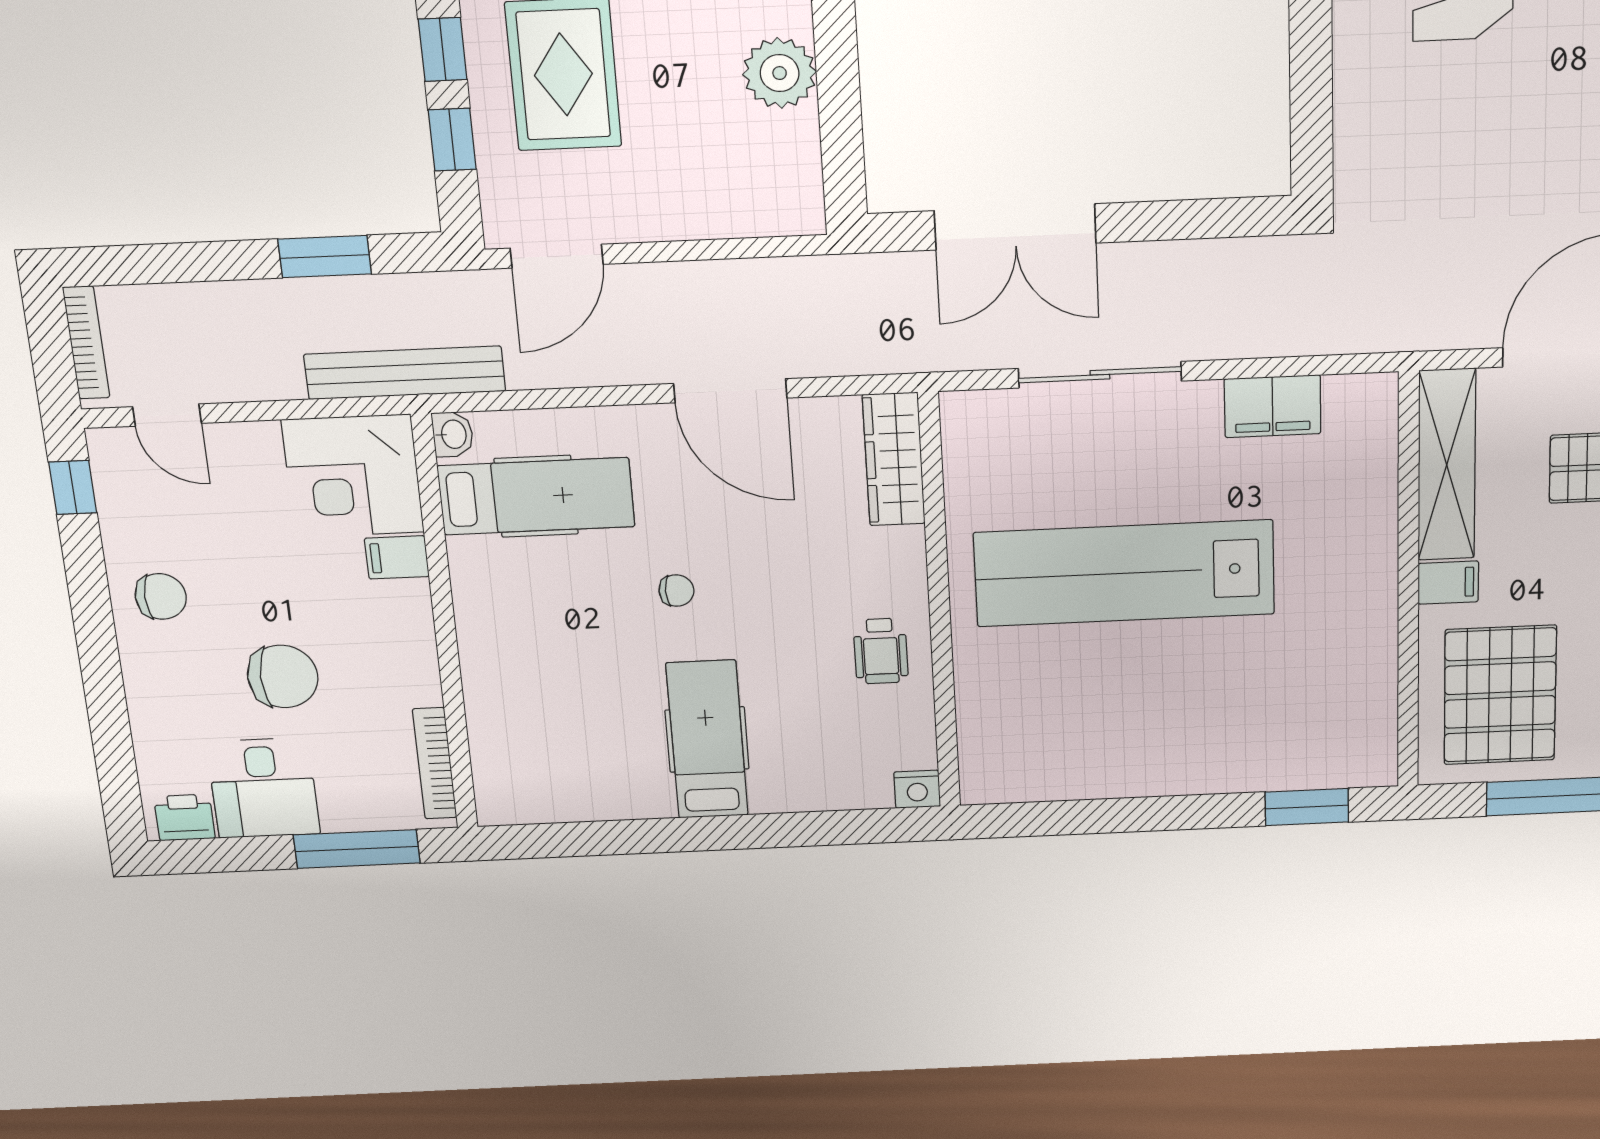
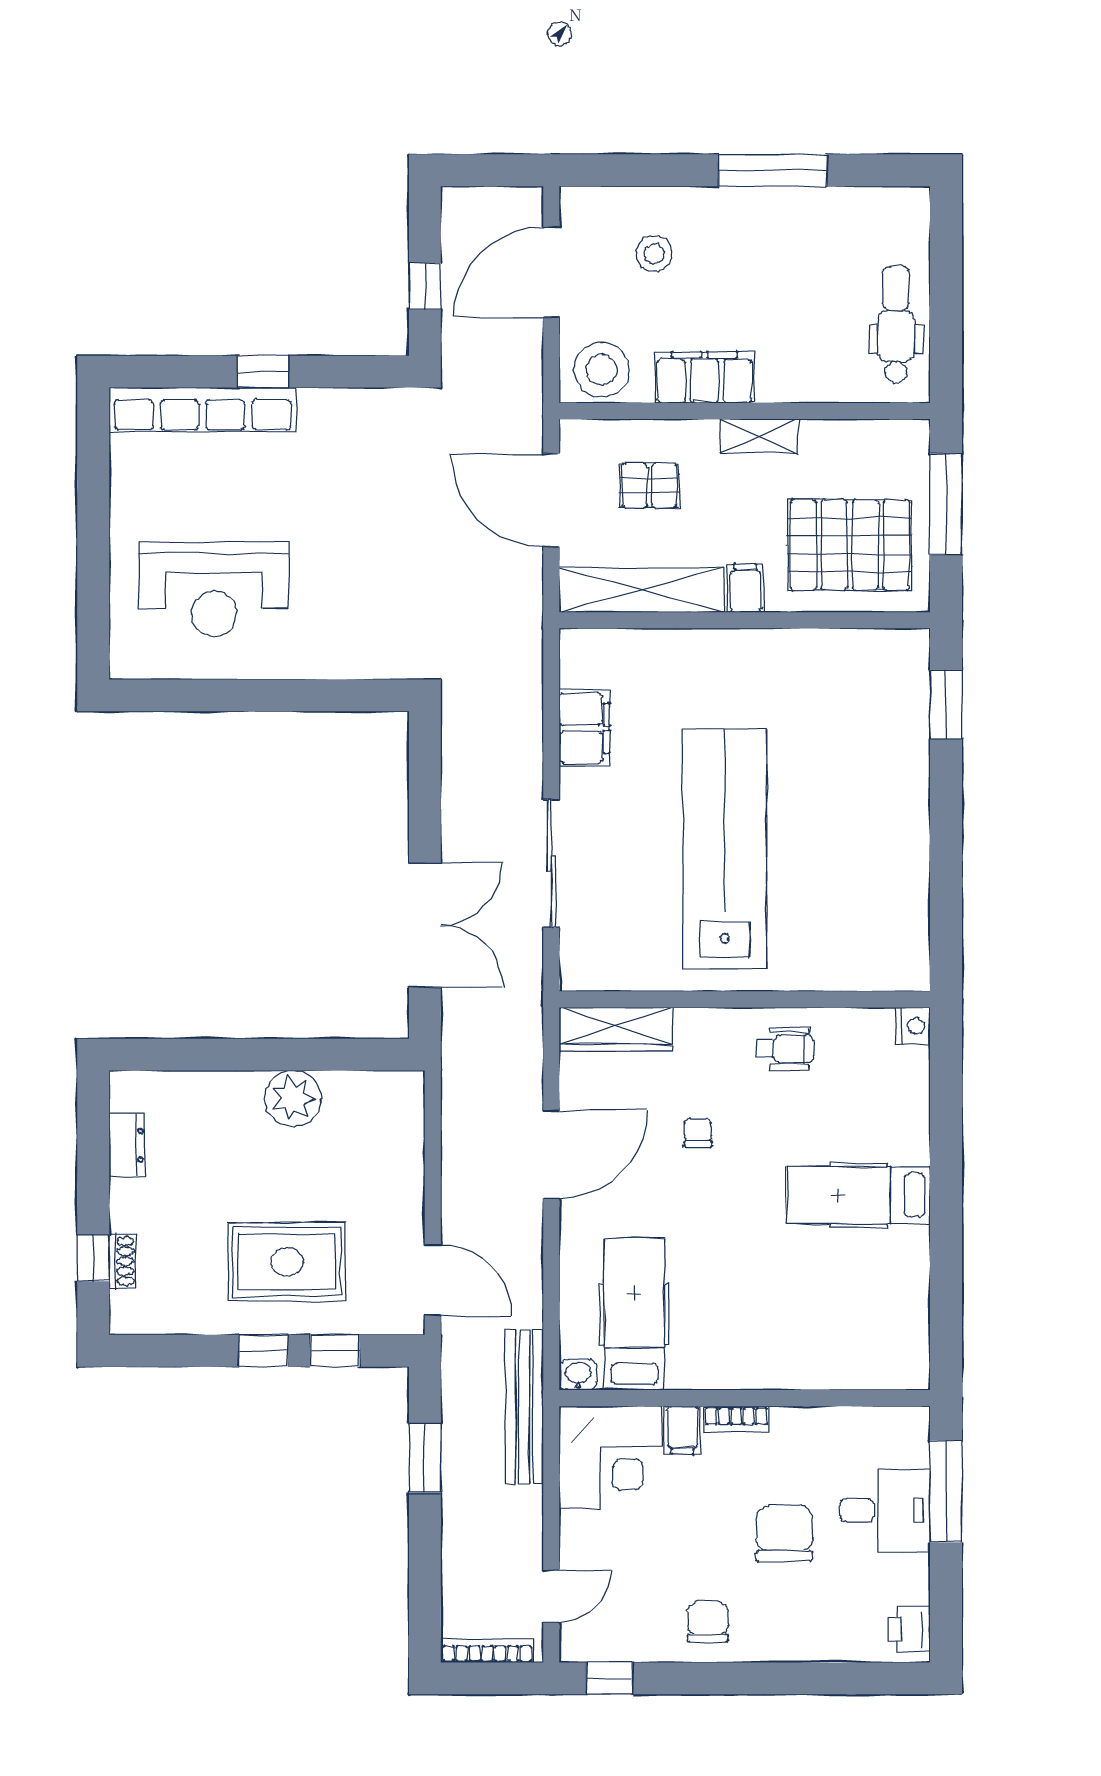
lab bench: (1124, 573) -> (725, 849), turned 180
chair: (676, 591) -> (698, 1133), moved
bookcase: (435, 763) -> (736, 1419), moved, width x0.64
desk: (263, 788) -> (885, 1511), moved

